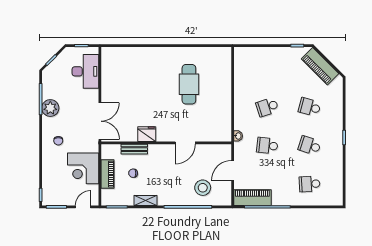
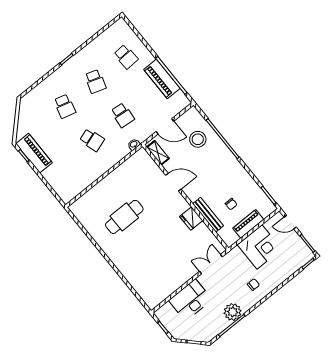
piano: (320, 66) -> (34, 153), moved, turned -45
desk: (85, 71) -> (190, 300), moved
double door: (100, 121) -> (211, 264), width x0.73
bench: (134, 149) -> (208, 215), width x1.36
piano: (252, 198) -> (162, 79), moved
shelving: (145, 201) -> (158, 153), moved

